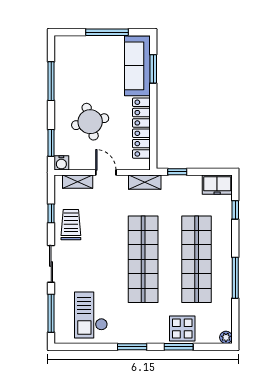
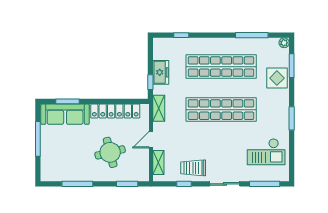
water cooler: (61, 163) -> (143, 176), removed
freezer: (217, 185) -> (161, 72), moved
window: (235, 278) -> (252, 35), moved
window: (179, 347) -> (292, 66), moved

